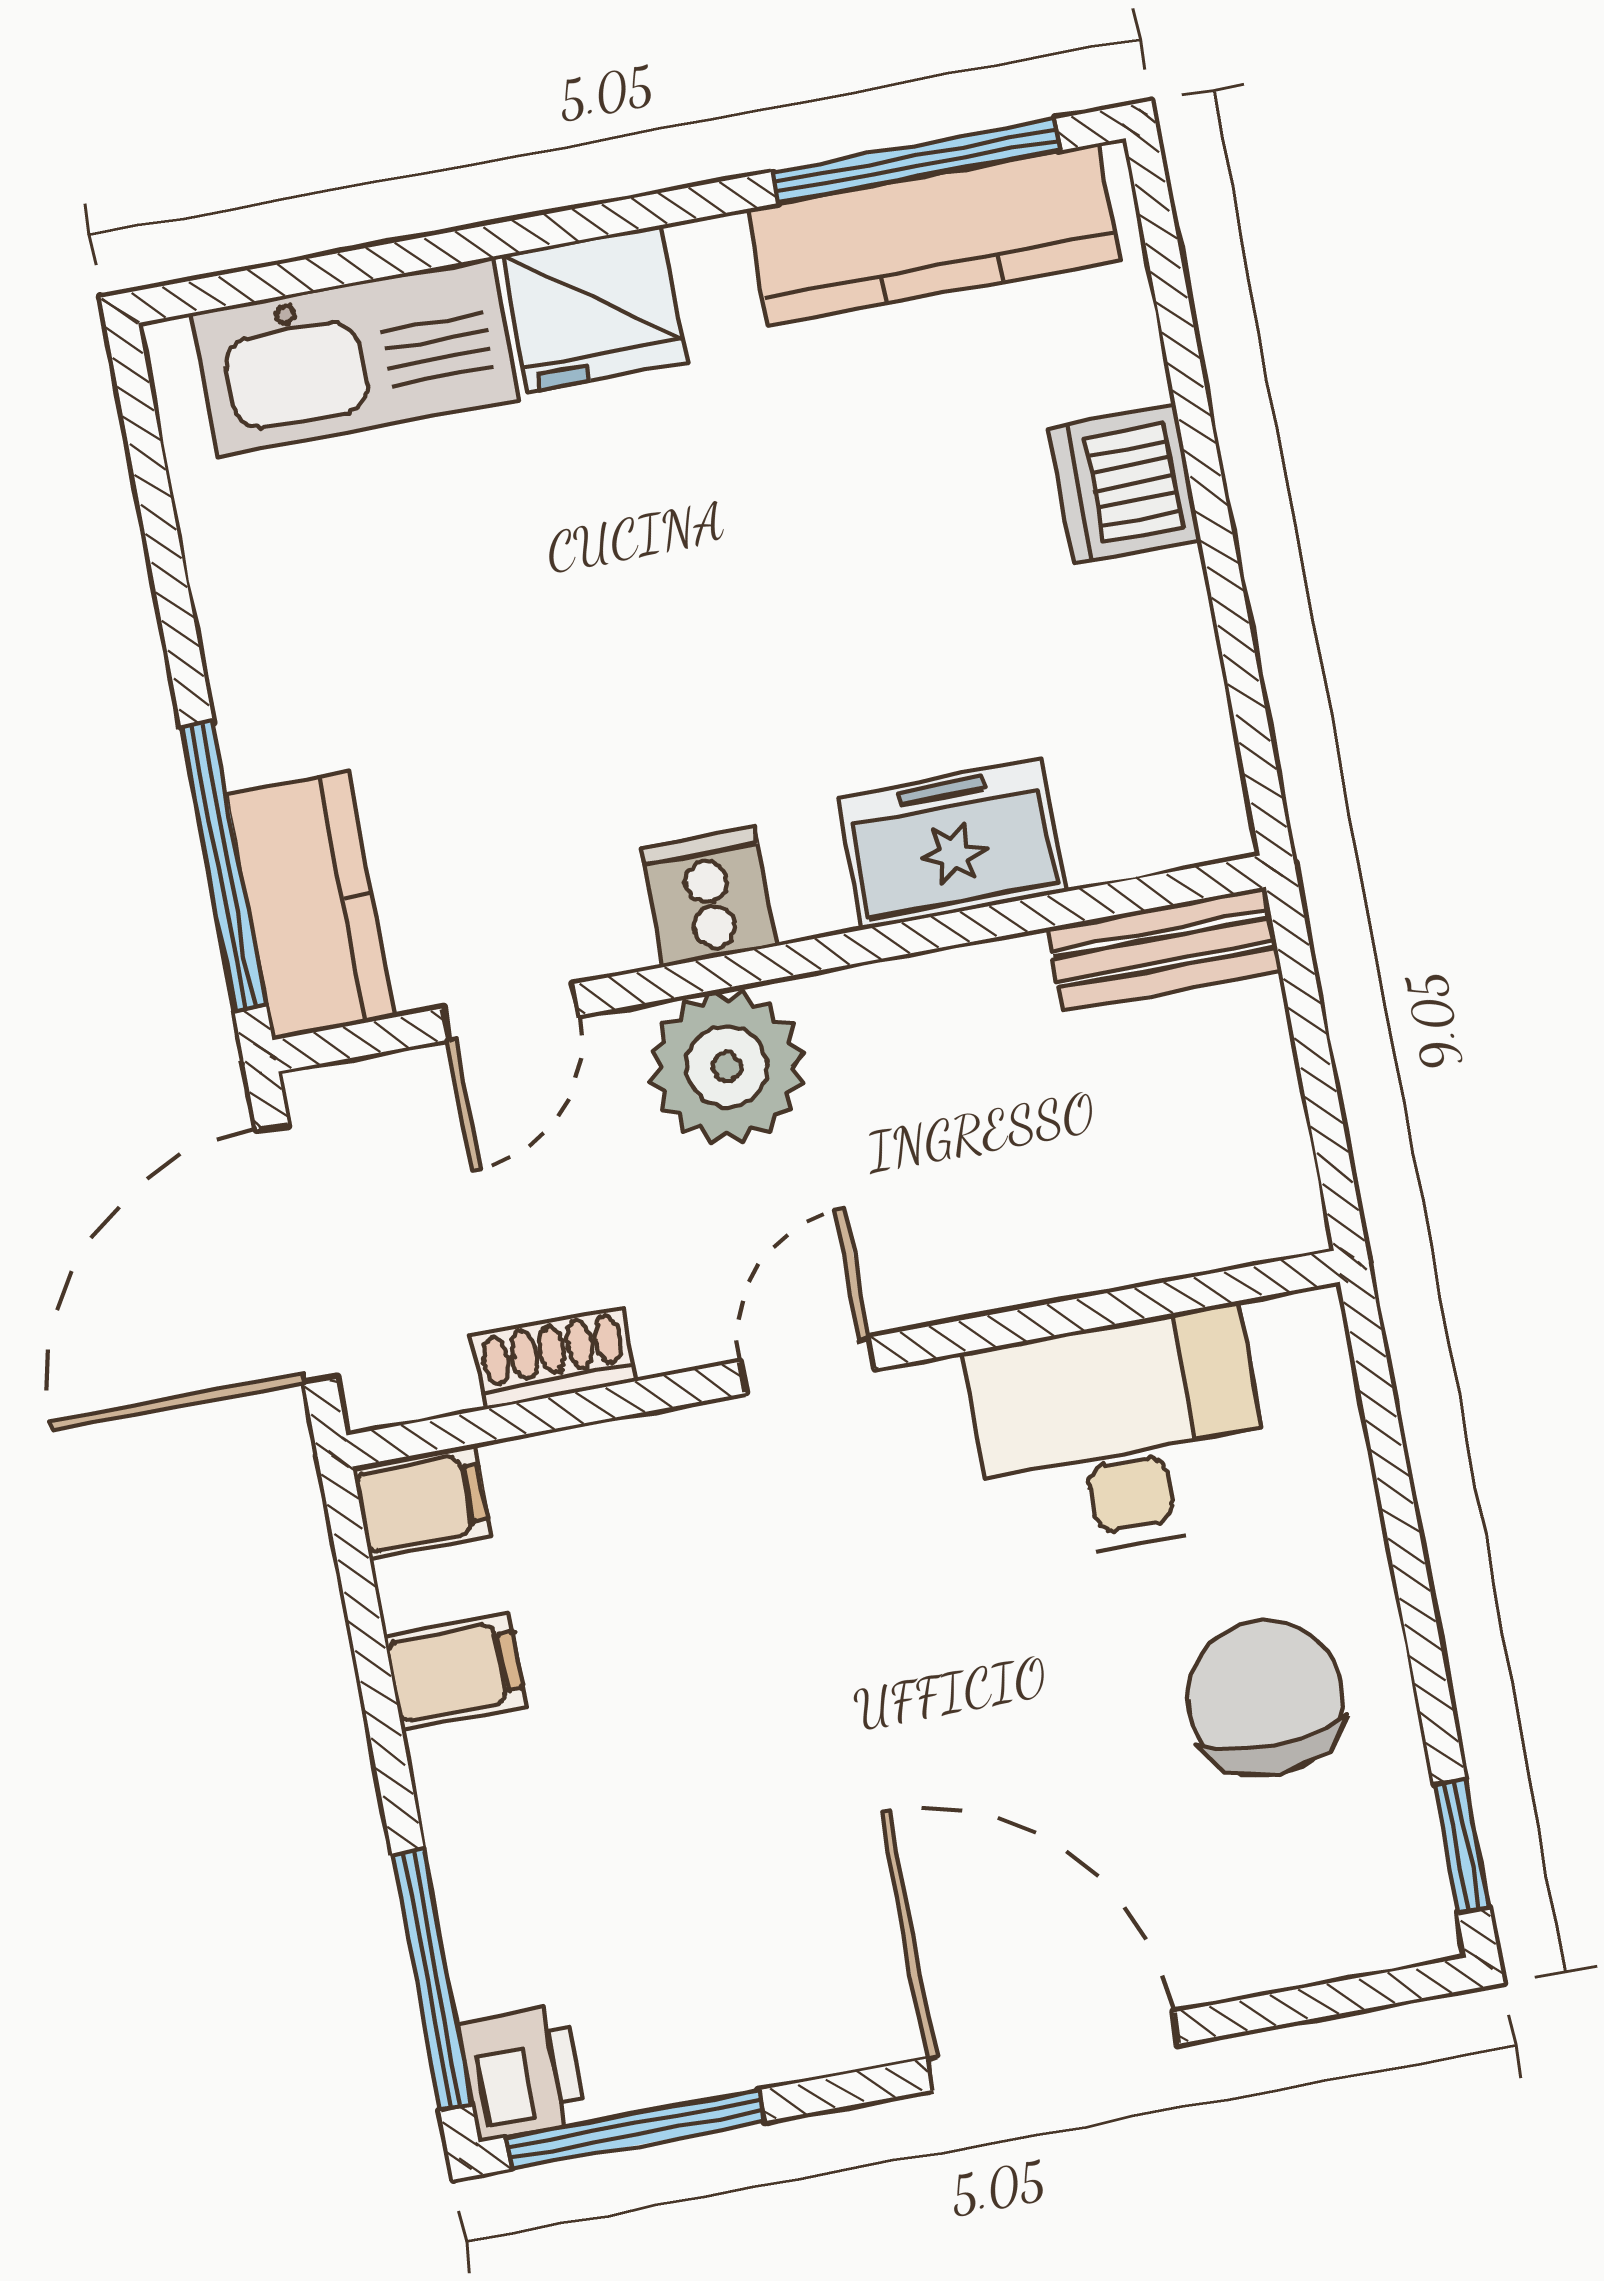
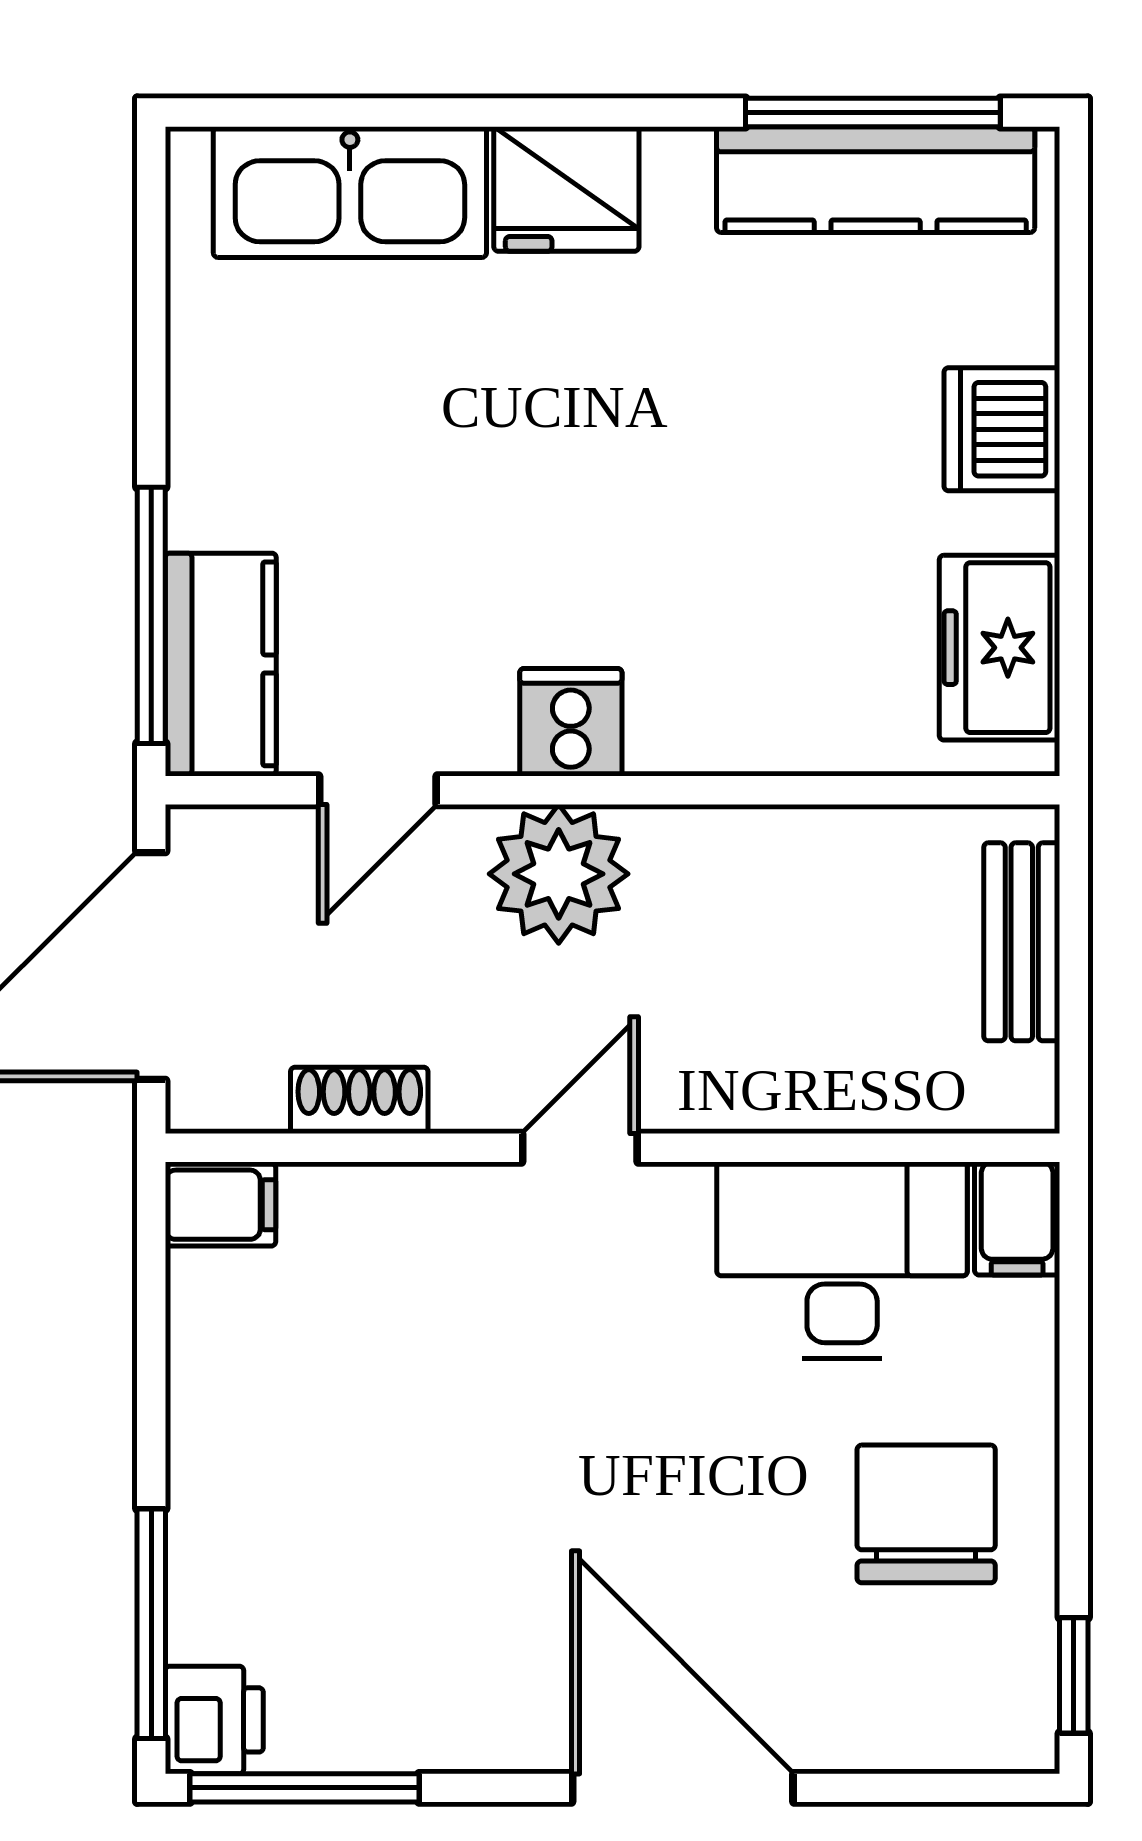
freezer: (952, 844) -> (999, 648), moved, turned -90
bench: (1164, 949) -> (1022, 942), moved, turned 90
filing cabinet: (455, 1671) -> (1017, 1219), moved, turned 90

